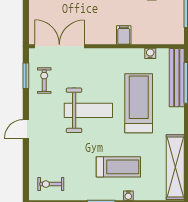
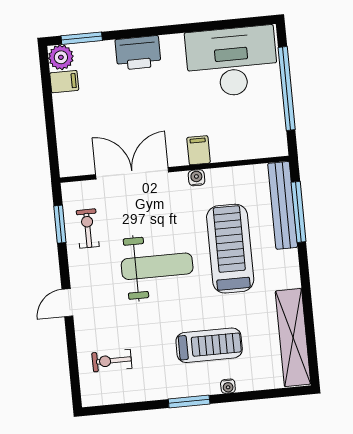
double door: (59, 46) -> (132, 173), moved
water cooler: (150, 53) -> (197, 178), moved
exercise bike: (51, 184) -> (112, 361), moved

